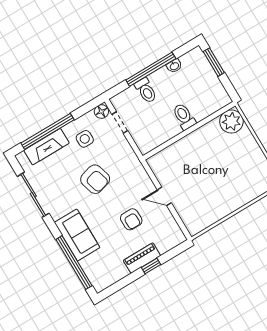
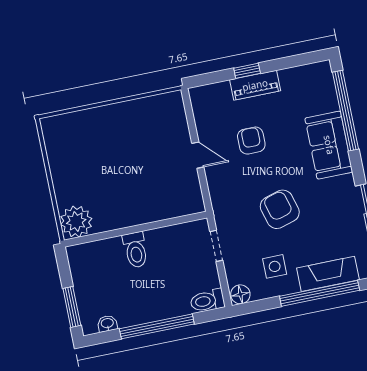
washbasin: (174, 66) -> (107, 324), moved
toilet: (146, 91) -> (207, 301), moved, turned -90
doorway: (120, 122) -> (216, 246), moved

